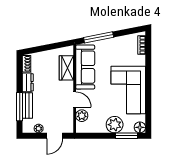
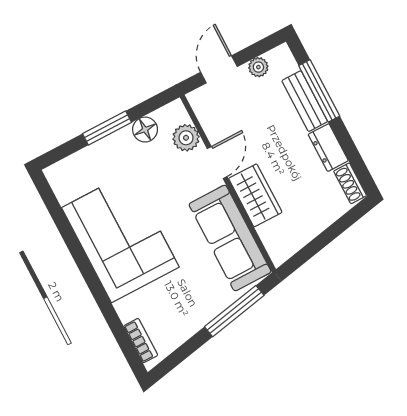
wardrobe: (66, 68) -> (255, 195), moved
door: (75, 99) -> (217, 163), swing flipped
plant: (115, 125) -> (111, 154), removed
floor lamp: (140, 127) -> (145, 130), moved
window: (127, 136) -> (107, 128), moved

